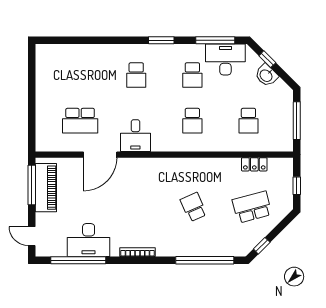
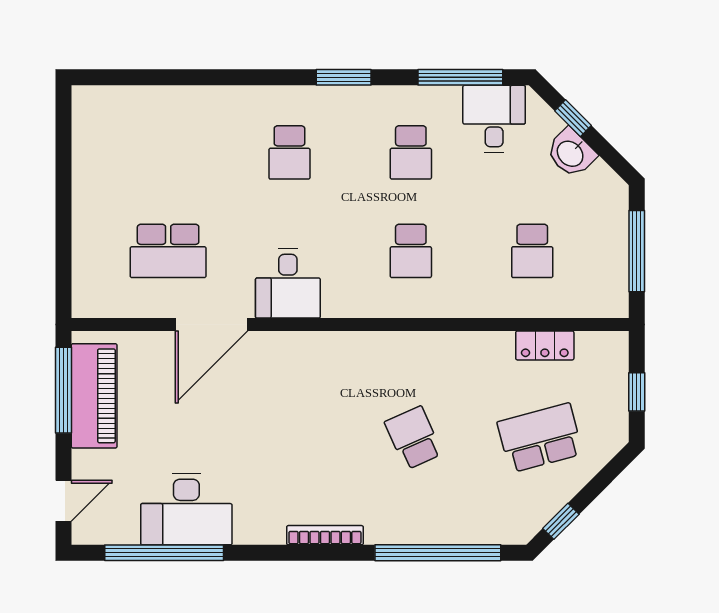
desk: (225, 59) -> (494, 119), width x0.73
door: (32, 236) -> (64, 501), swing flipped
bookcase: (138, 252) -> (325, 535), moved

